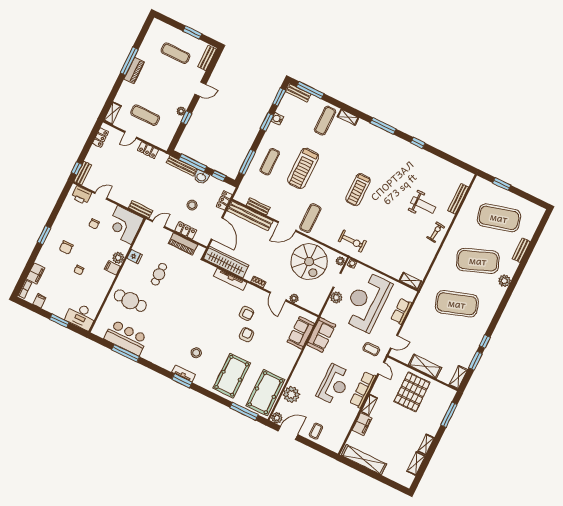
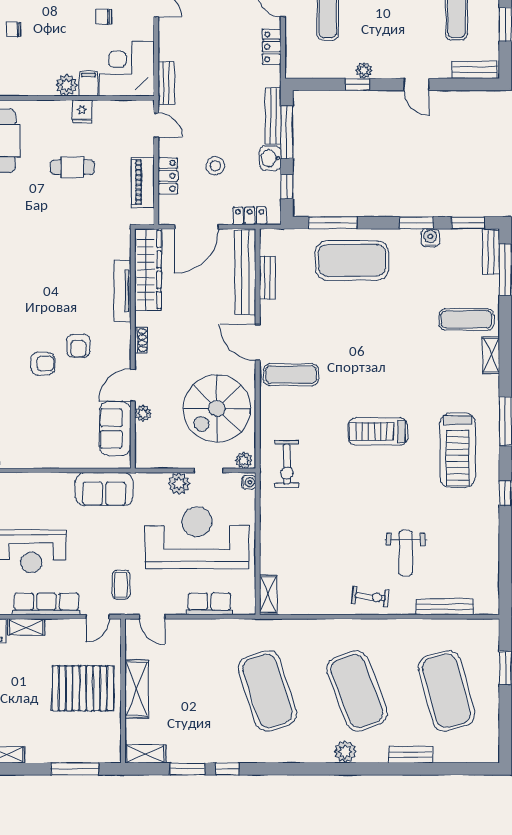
exercise mat: (270, 162) -> (352, 260), width x2.00, depth x1.45
treadmill: (303, 168) -> (458, 450), moved, turned -90
filing cabinet: (112, 268) -> (88, 84), moved
sofa: (301, 333) -> (115, 428), moved, turned -90

